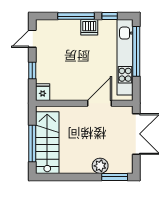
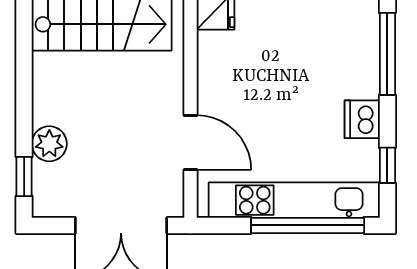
window: (76, 16) -> (387, 54), moved
window: (115, 177) -> (24, 176), width x0.67

